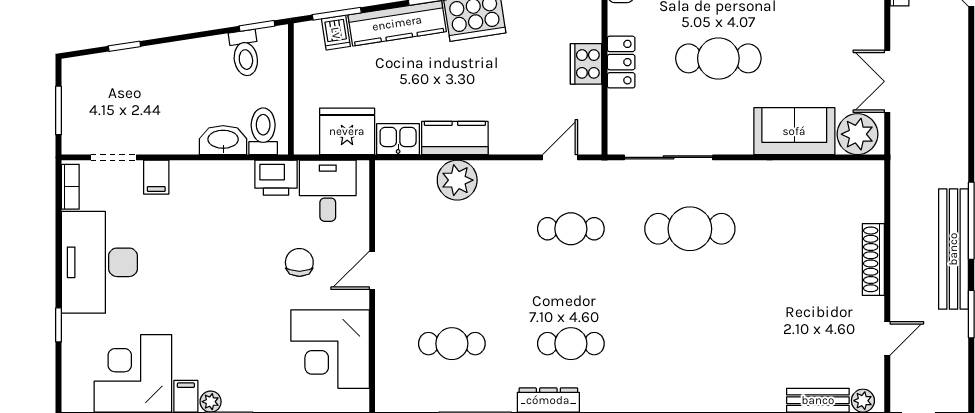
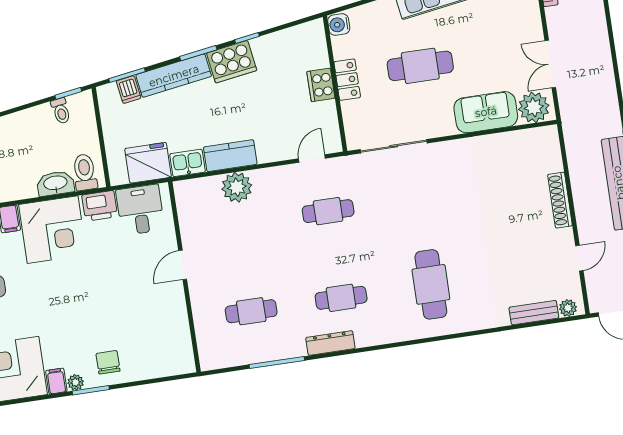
toilet: (245, 53) -> (61, 111), width x0.73, depth x0.72
cafe table: (690, 229) -> (431, 284), moved, turned 90
chair: (299, 262) -> (108, 362), moved
corner desk: (330, 349) -> (53, 230), moved, turned -90

